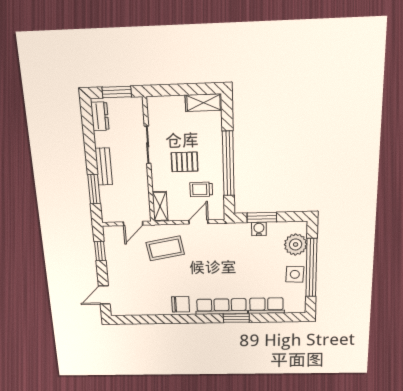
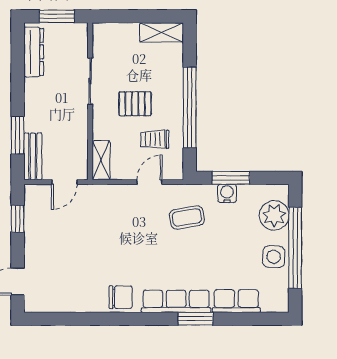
dresser: (100, 116) -> (34, 52), width x1.44
bench: (104, 167) -> (33, 156), moved
coffee table: (165, 248) -> (187, 217), moved, width x0.73, depth x0.77

